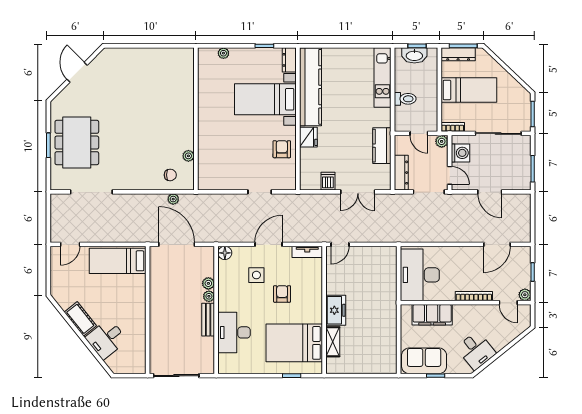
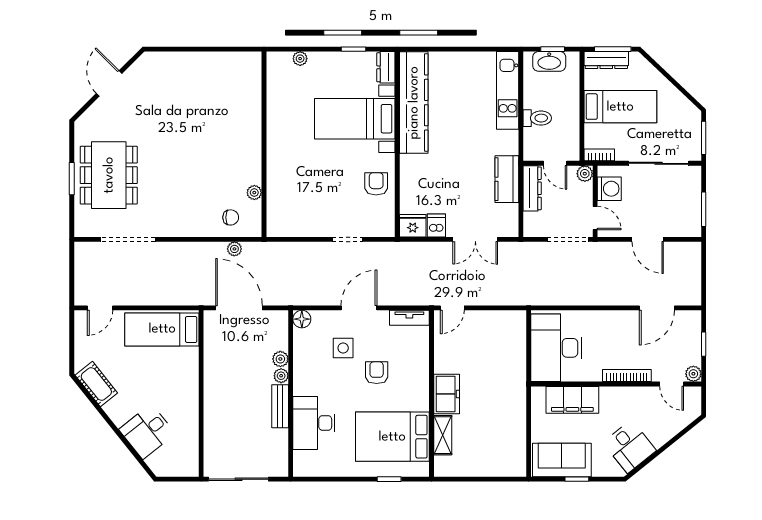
fridge: (308, 137) -> (413, 226), moved, turned -90
dresser: (401, 173) -> (532, 188), moved
cot: (80, 319) -> (96, 384), moved

